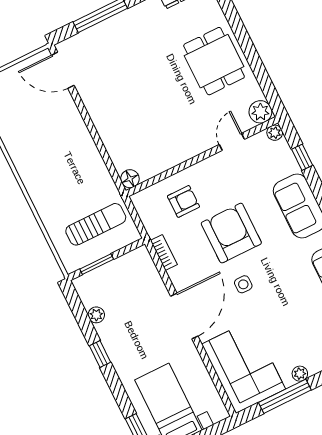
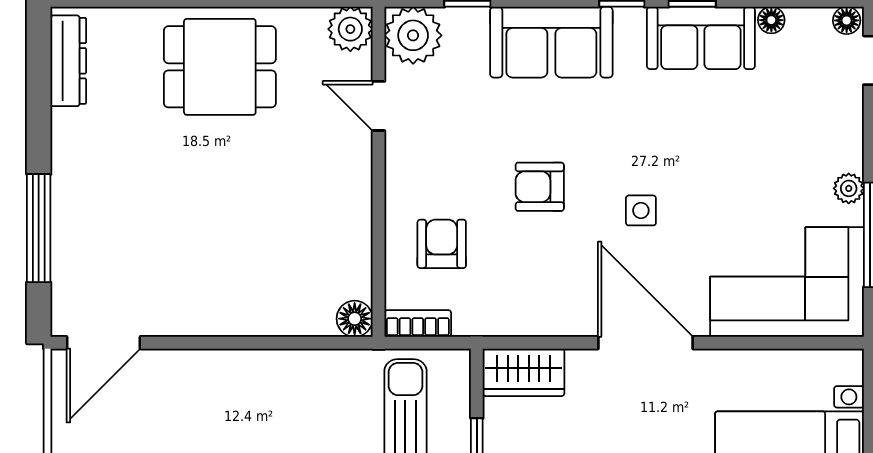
plant: (275, 133) -> (413, 35), width x1.87, depth x1.87
armchair: (231, 233) -> (540, 187), width x0.53, depth x0.53
bookcase: (164, 253) -> (418, 323), moved
wardrobe: (144, 267) -> (524, 372), added

